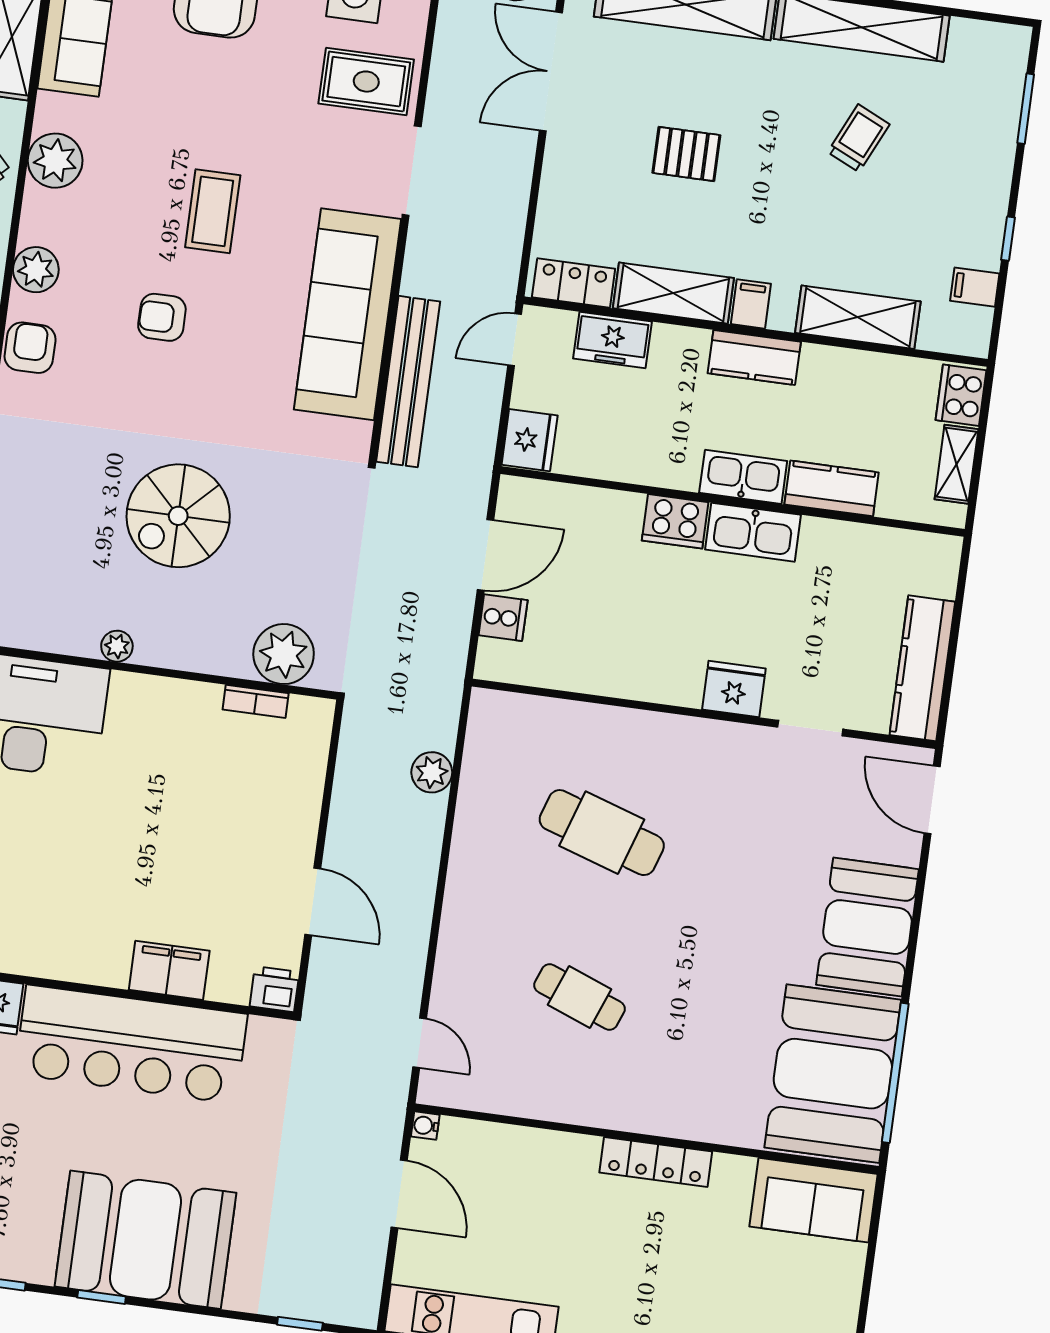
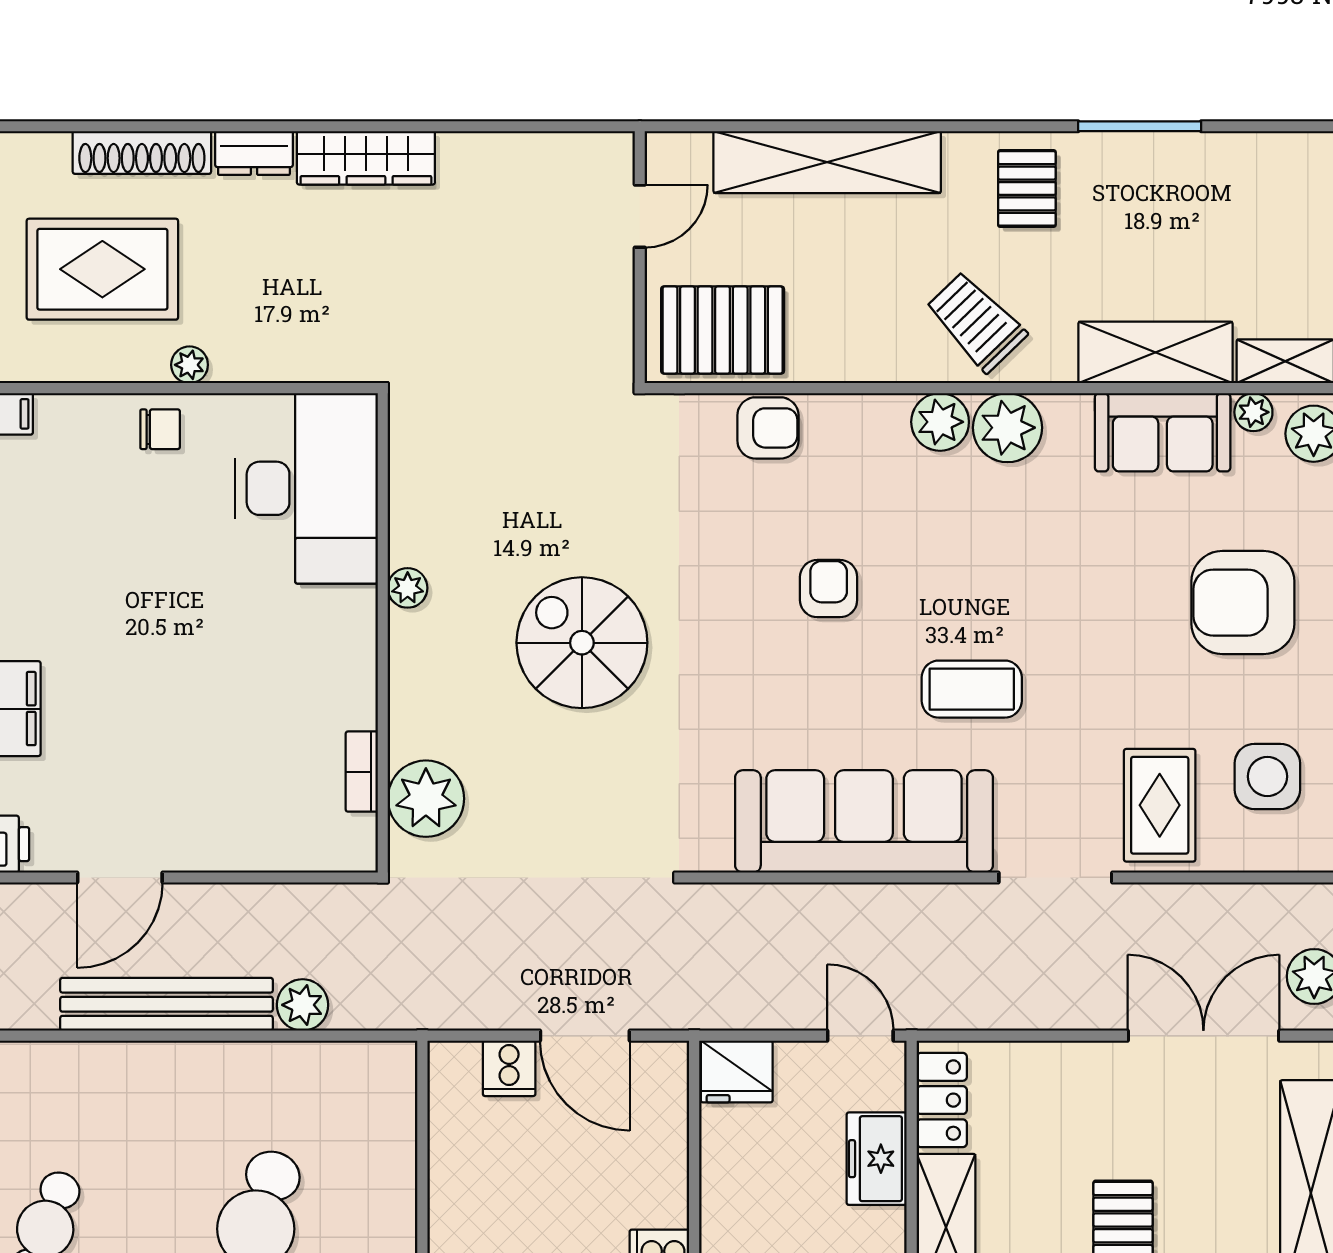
coffee table: (213, 211) -> (972, 689), moved
plant: (36, 270) -> (940, 422), moved
bench: (408, 382) -> (167, 1004), moved

